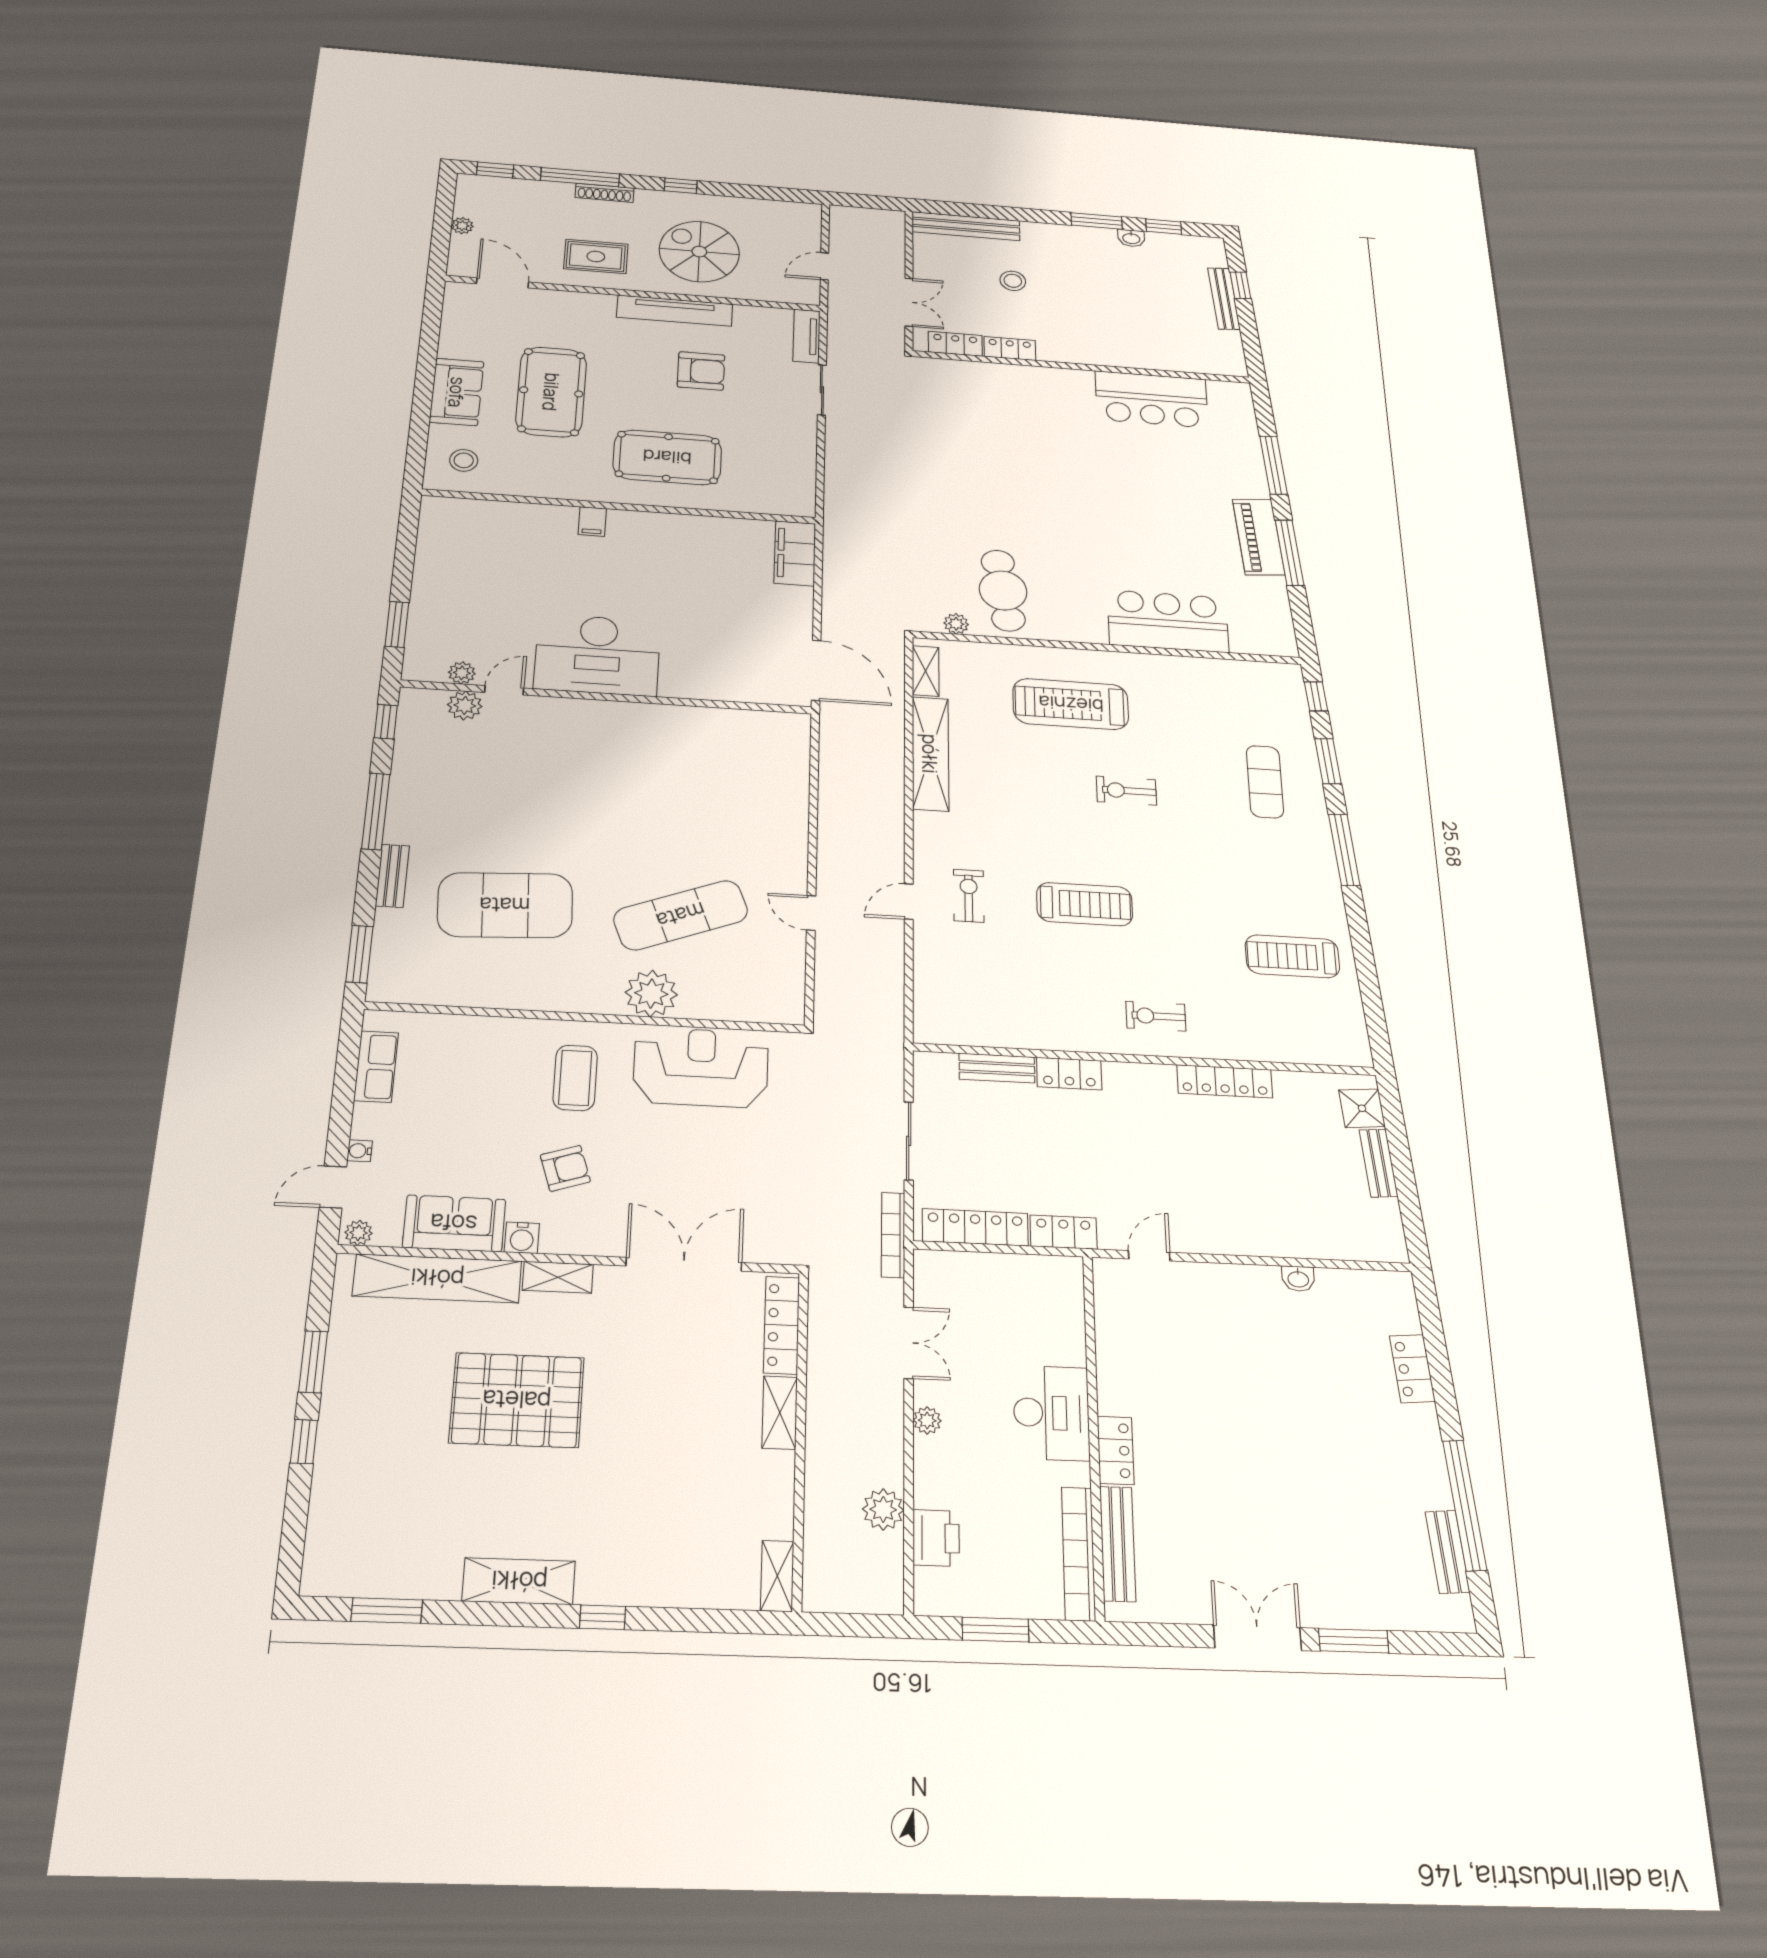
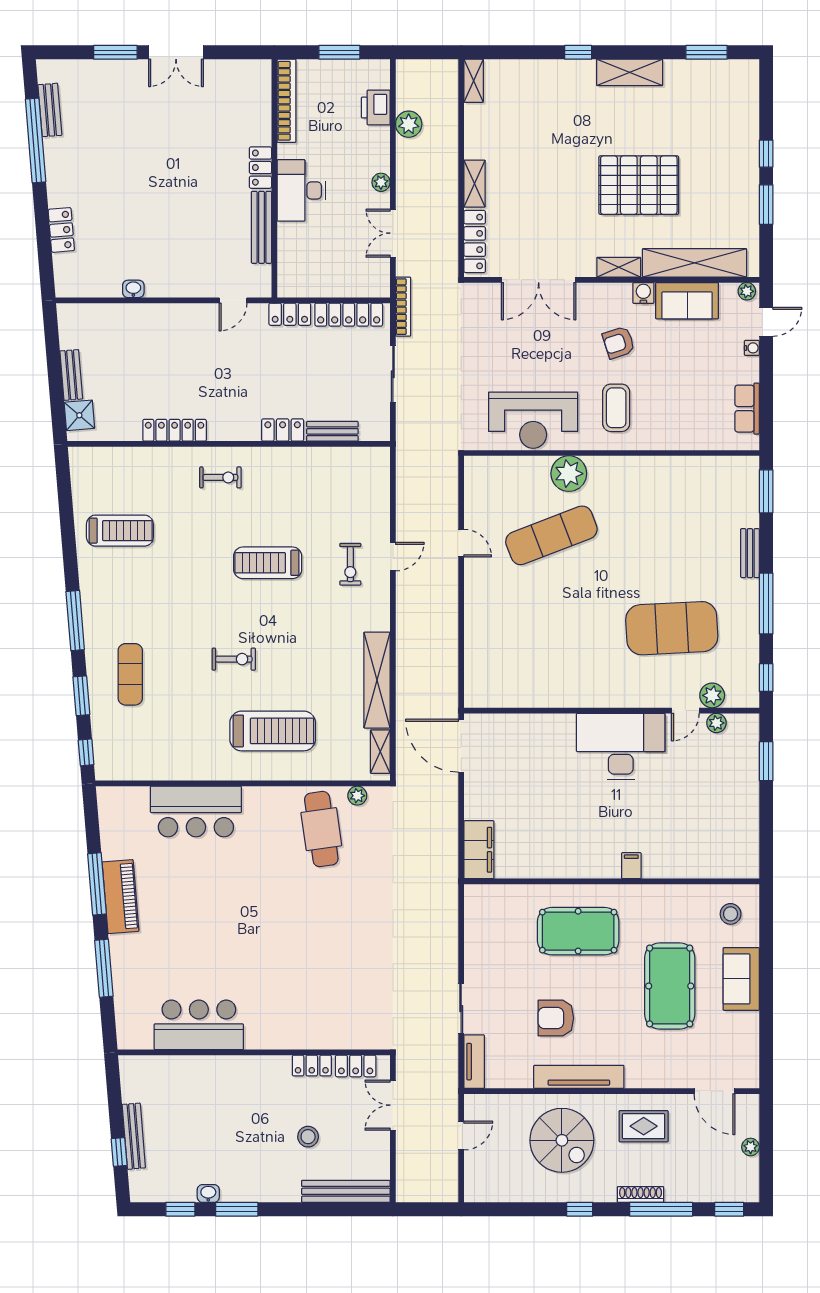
exercise mat: (505, 905) -> (672, 628), moved
bench: (1118, 1544) -> (261, 227), moved

